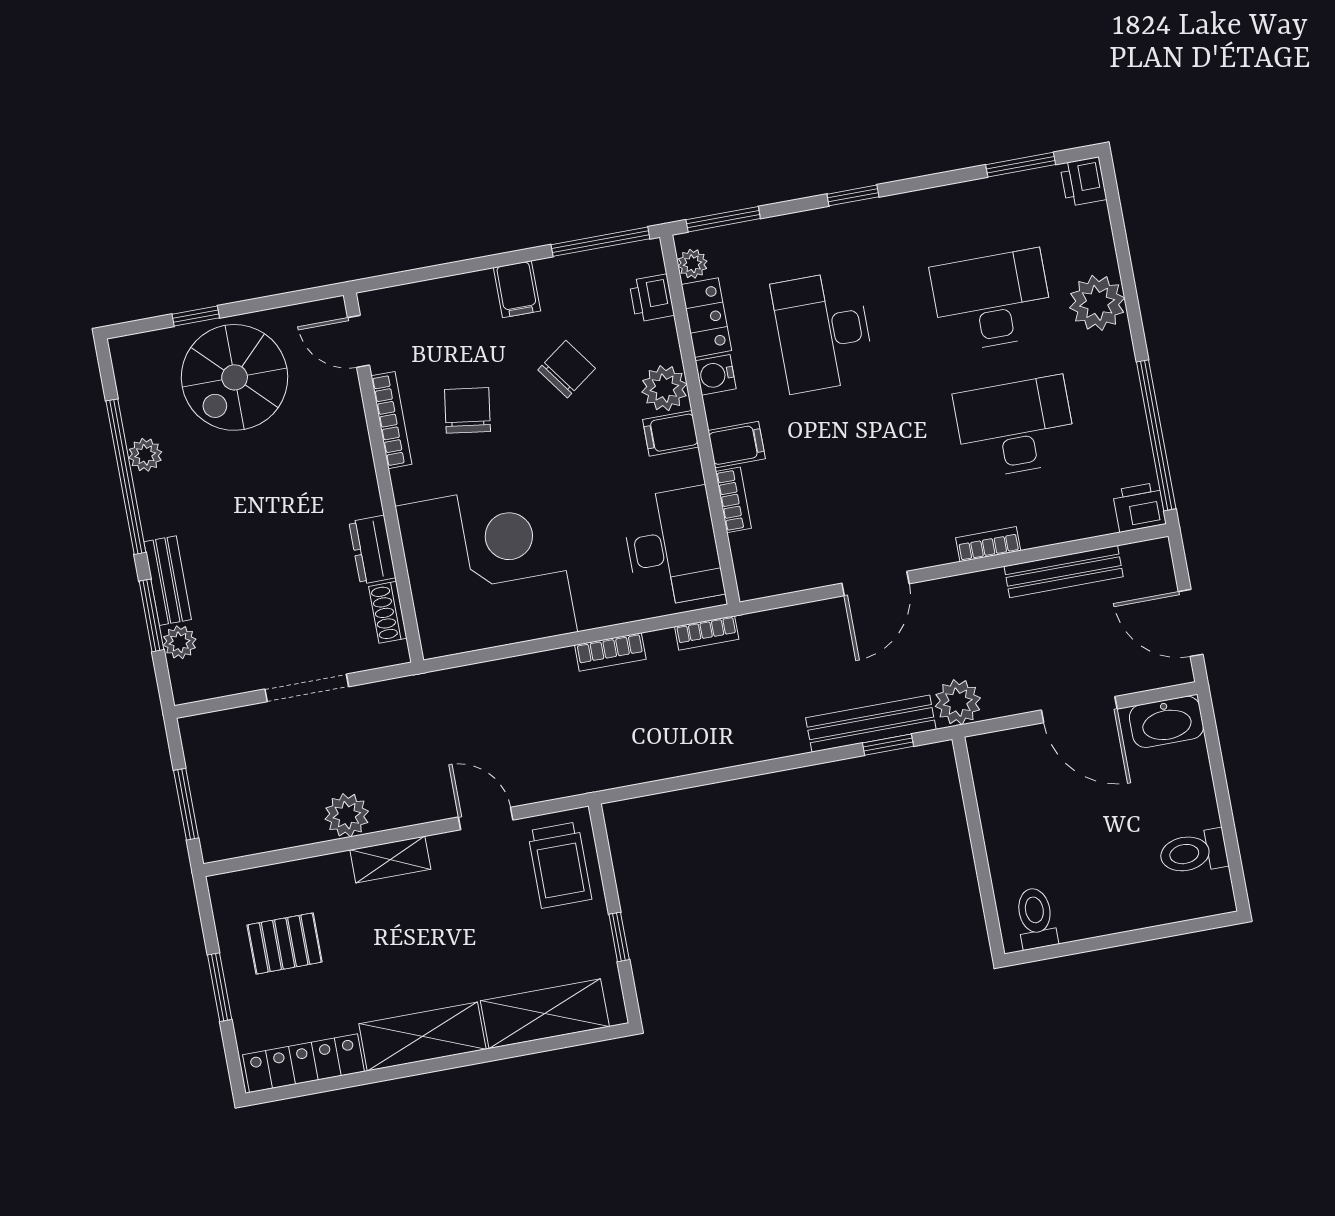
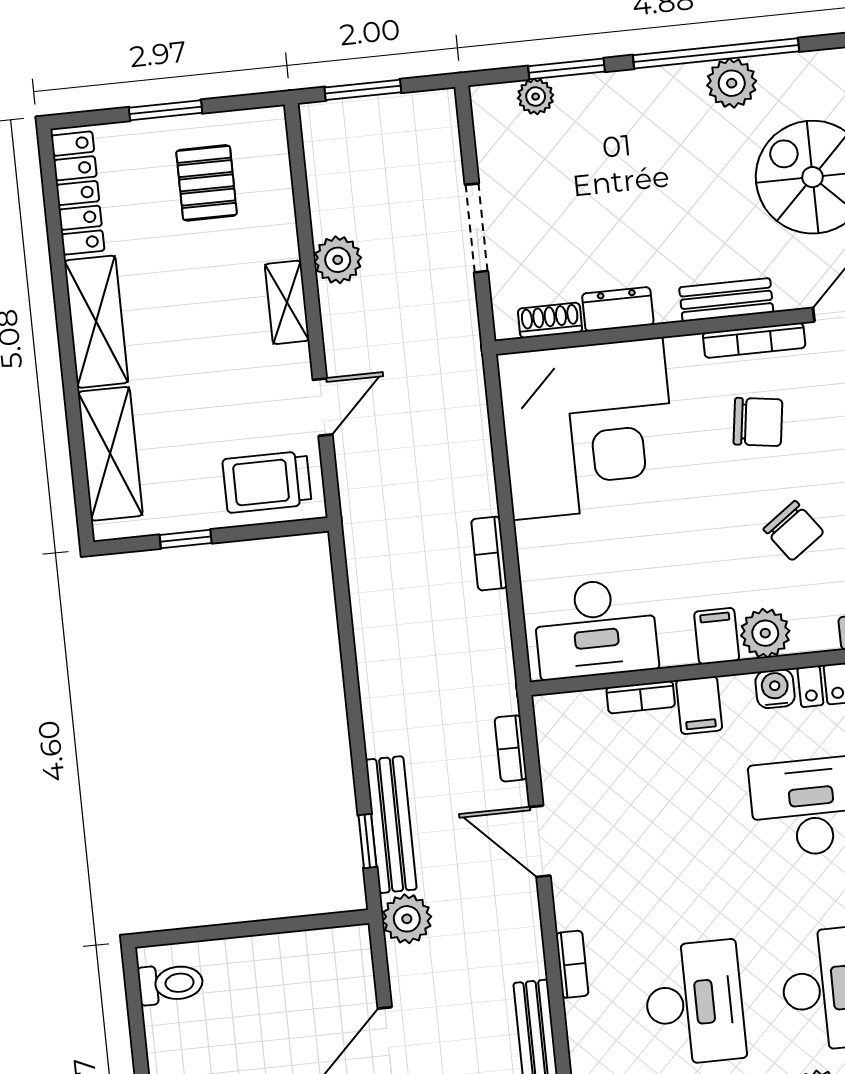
plant: (145, 455) -> (732, 83), width x1.38, depth x1.38
bench: (168, 581) -> (726, 300), moved
bookcase: (707, 633) -> (511, 748), moved

